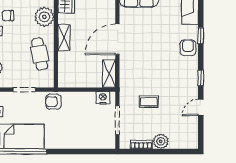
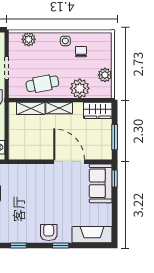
door: (117, 39) -> (69, 162), moved
armchair: (188, 48) -> (49, 233), turned -90
shelving: (109, 74) -> (31, 108), moved

